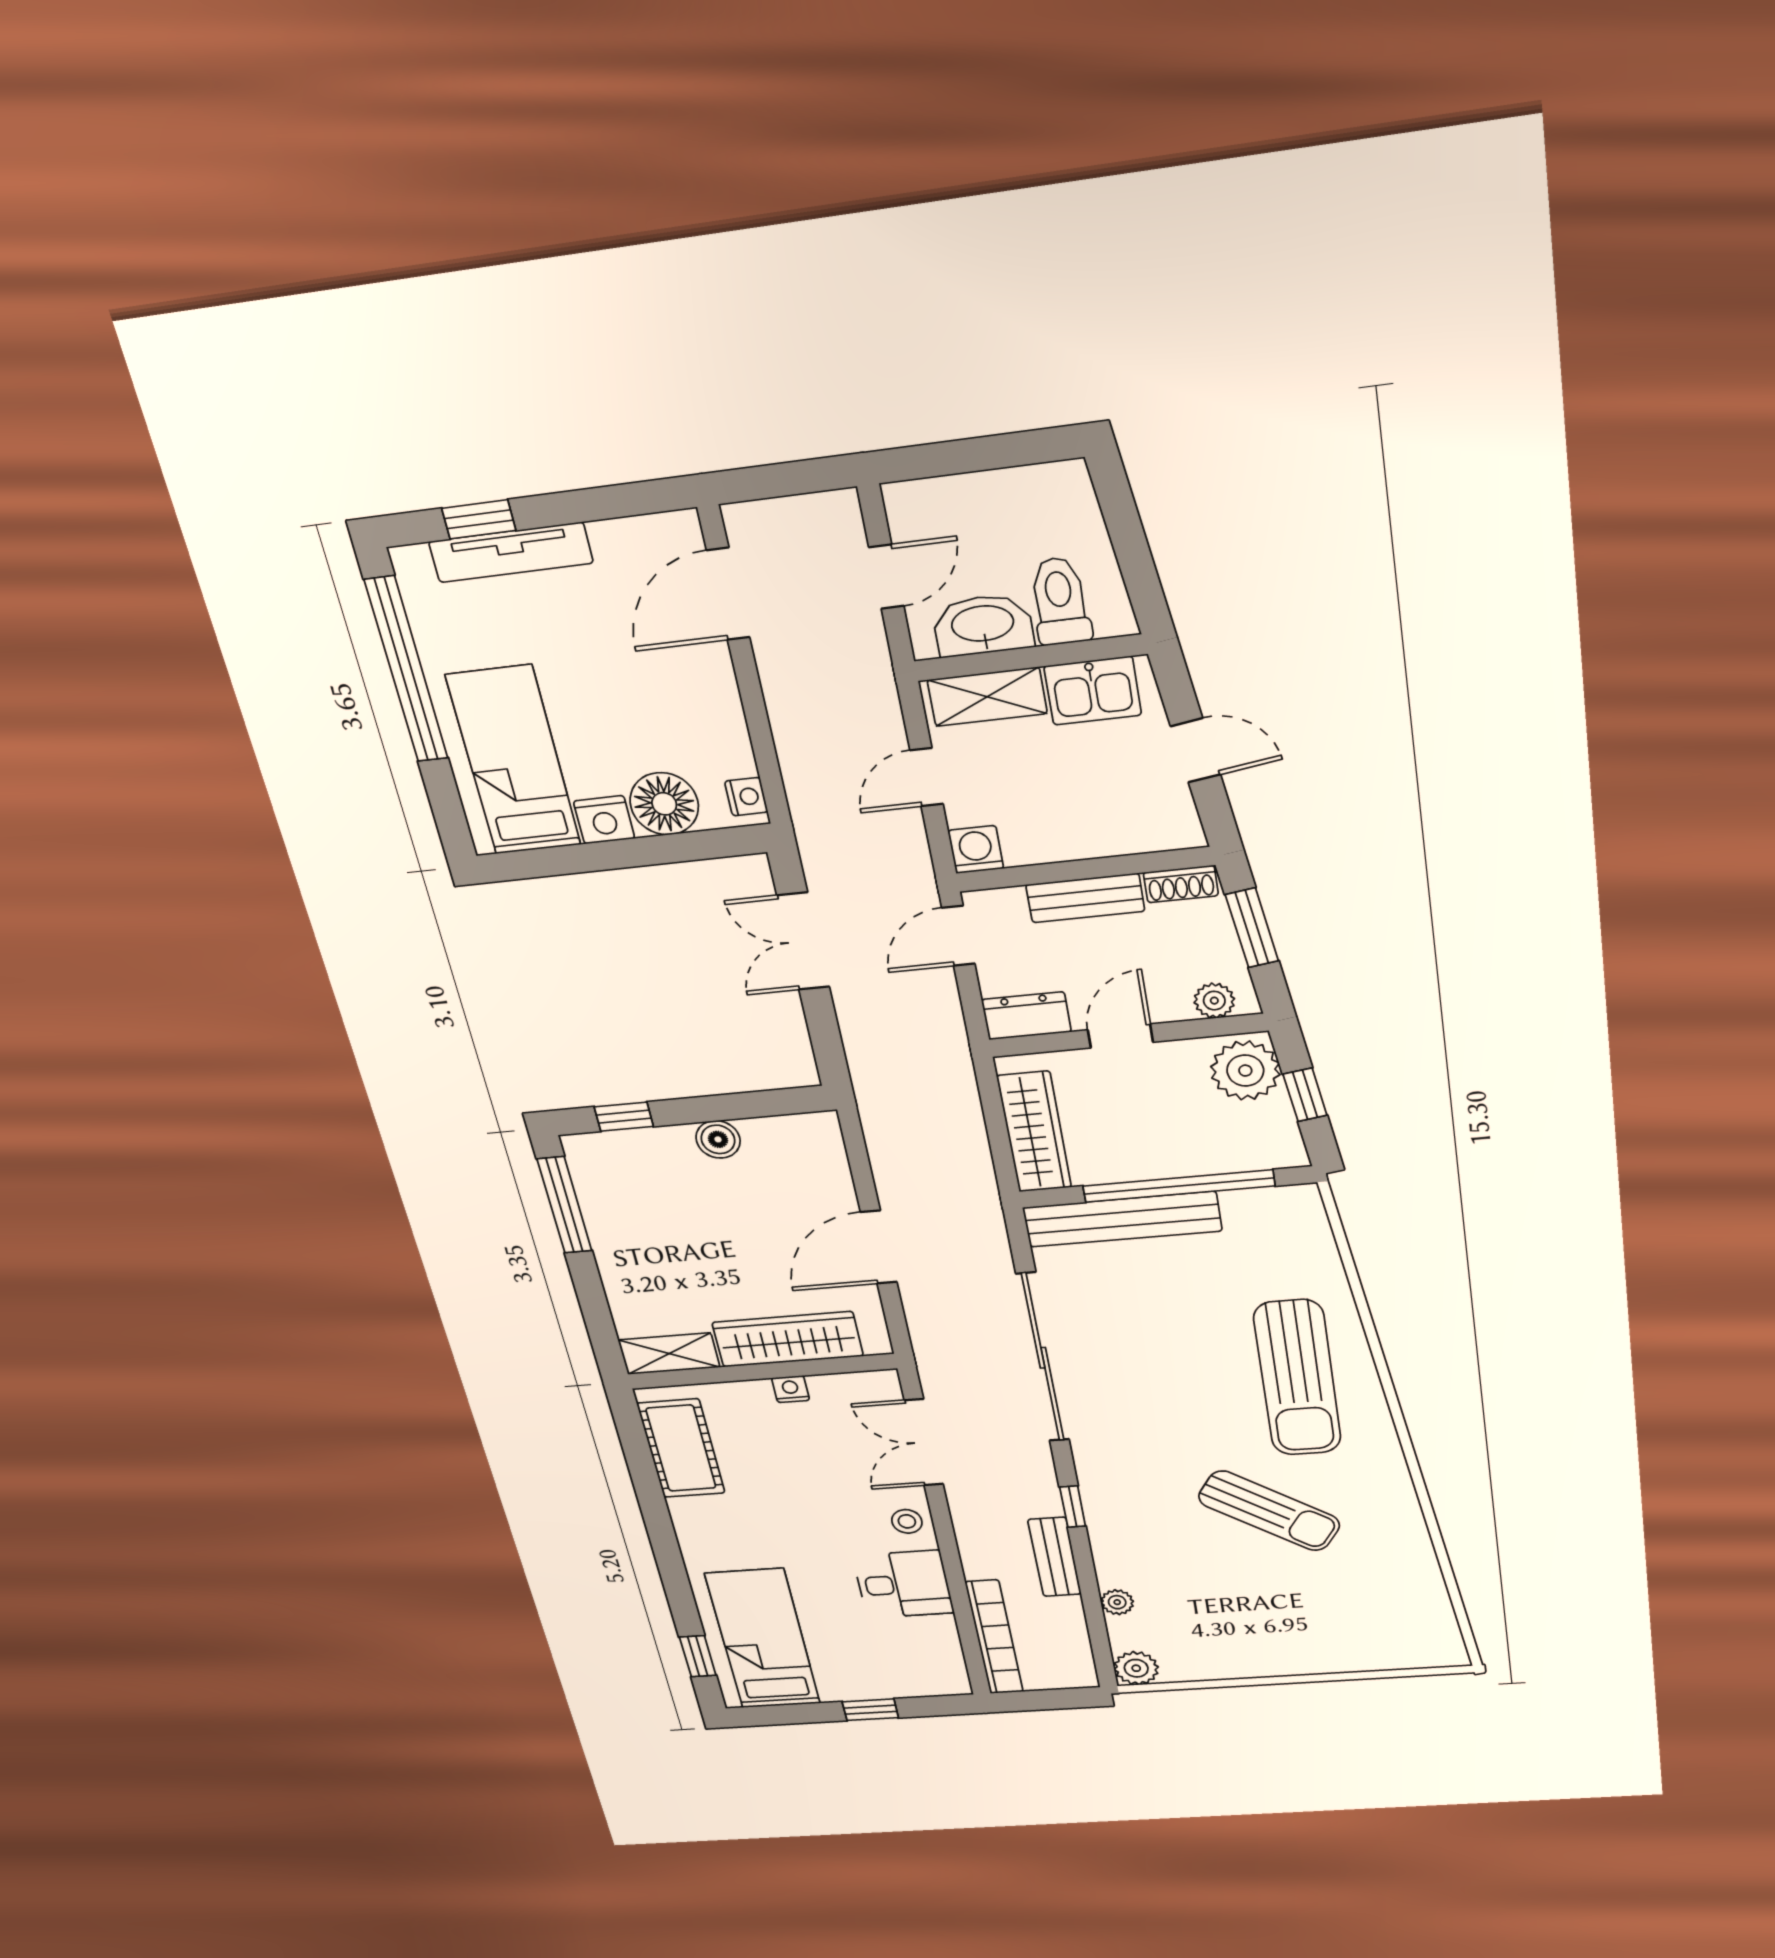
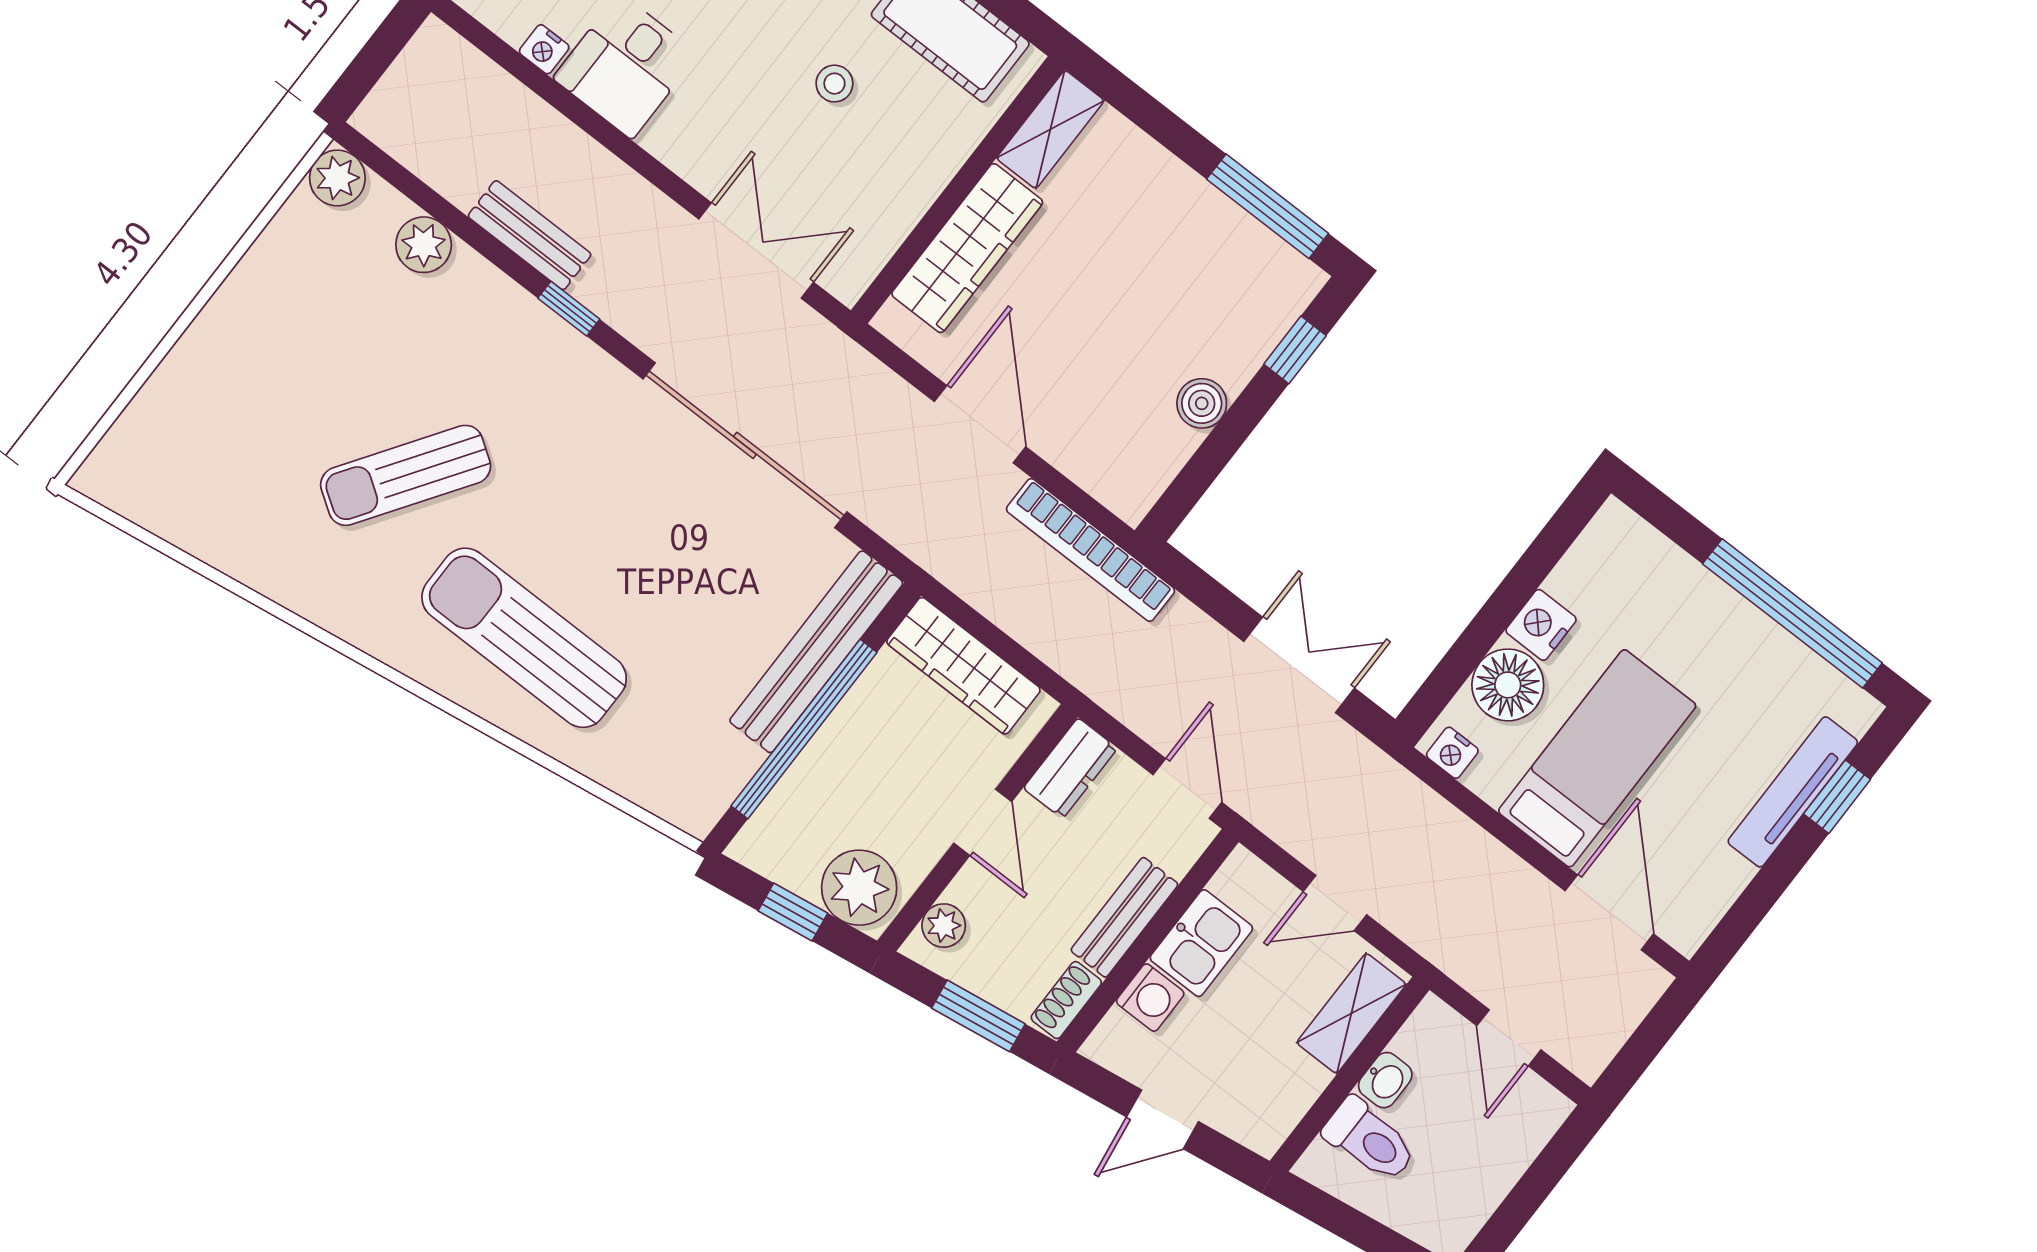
washbasin: (983, 625) -> (1385, 1080), width x0.52, depth x0.69
kitchen sink: (1093, 691) -> (1201, 943), moved, turned 180
bed: (514, 761) -> (1597, 758), moved, turned -90
door: (927, 777) -> (1335, 903), swing flipped
washing machine: (976, 849) -> (1150, 998), moved
nightstand: (791, 1389) -> (544, 49), moved, turned 90
stool: (907, 1521) -> (834, 84), moved
plant: (1117, 1602) -> (424, 245), width x1.38, depth x1.38
bookcase: (994, 1637) -> (1090, 550), moved

